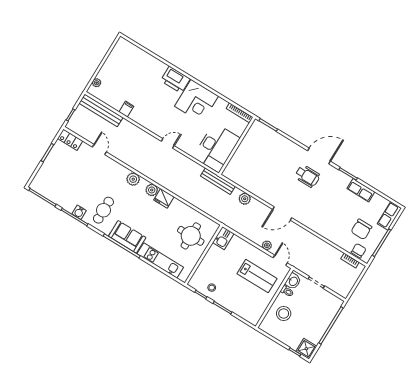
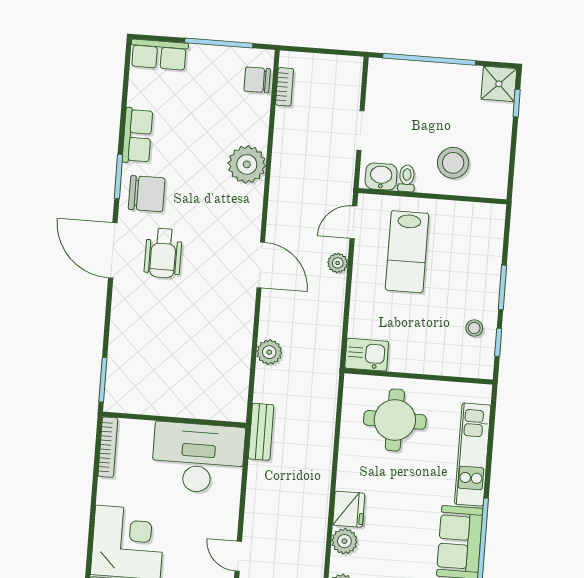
wheelchair: (307, 176) -> (163, 253), turned 180
bench: (218, 181) -> (261, 432), width x0.73
plant: (326, 229) -> (247, 164), added
chair: (361, 229) -> (147, 194), moved
lab bench: (257, 276) -> (407, 252), turned 180

